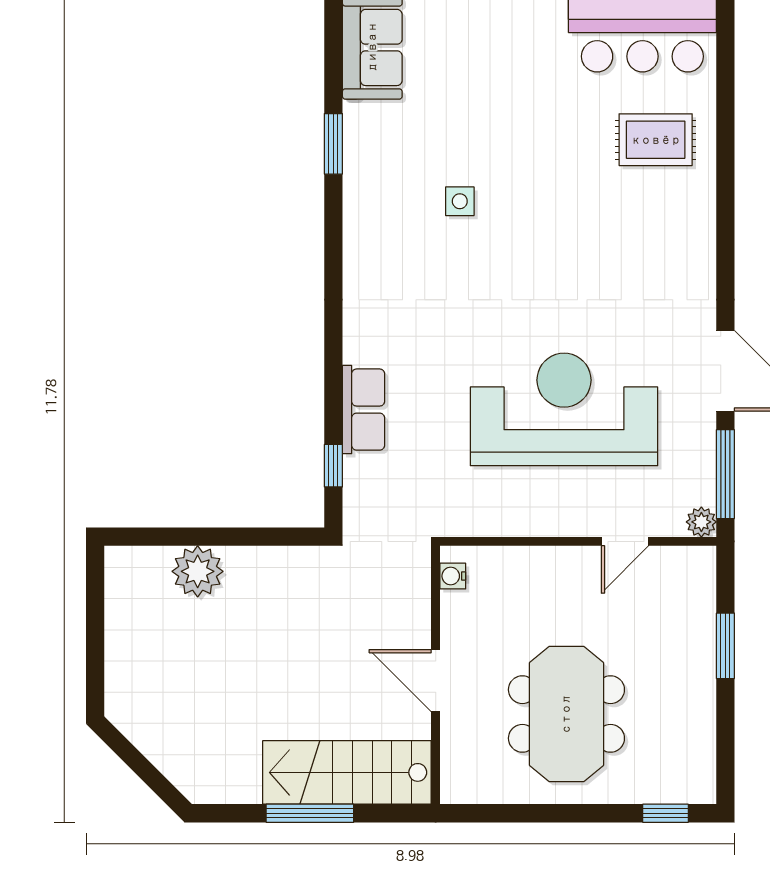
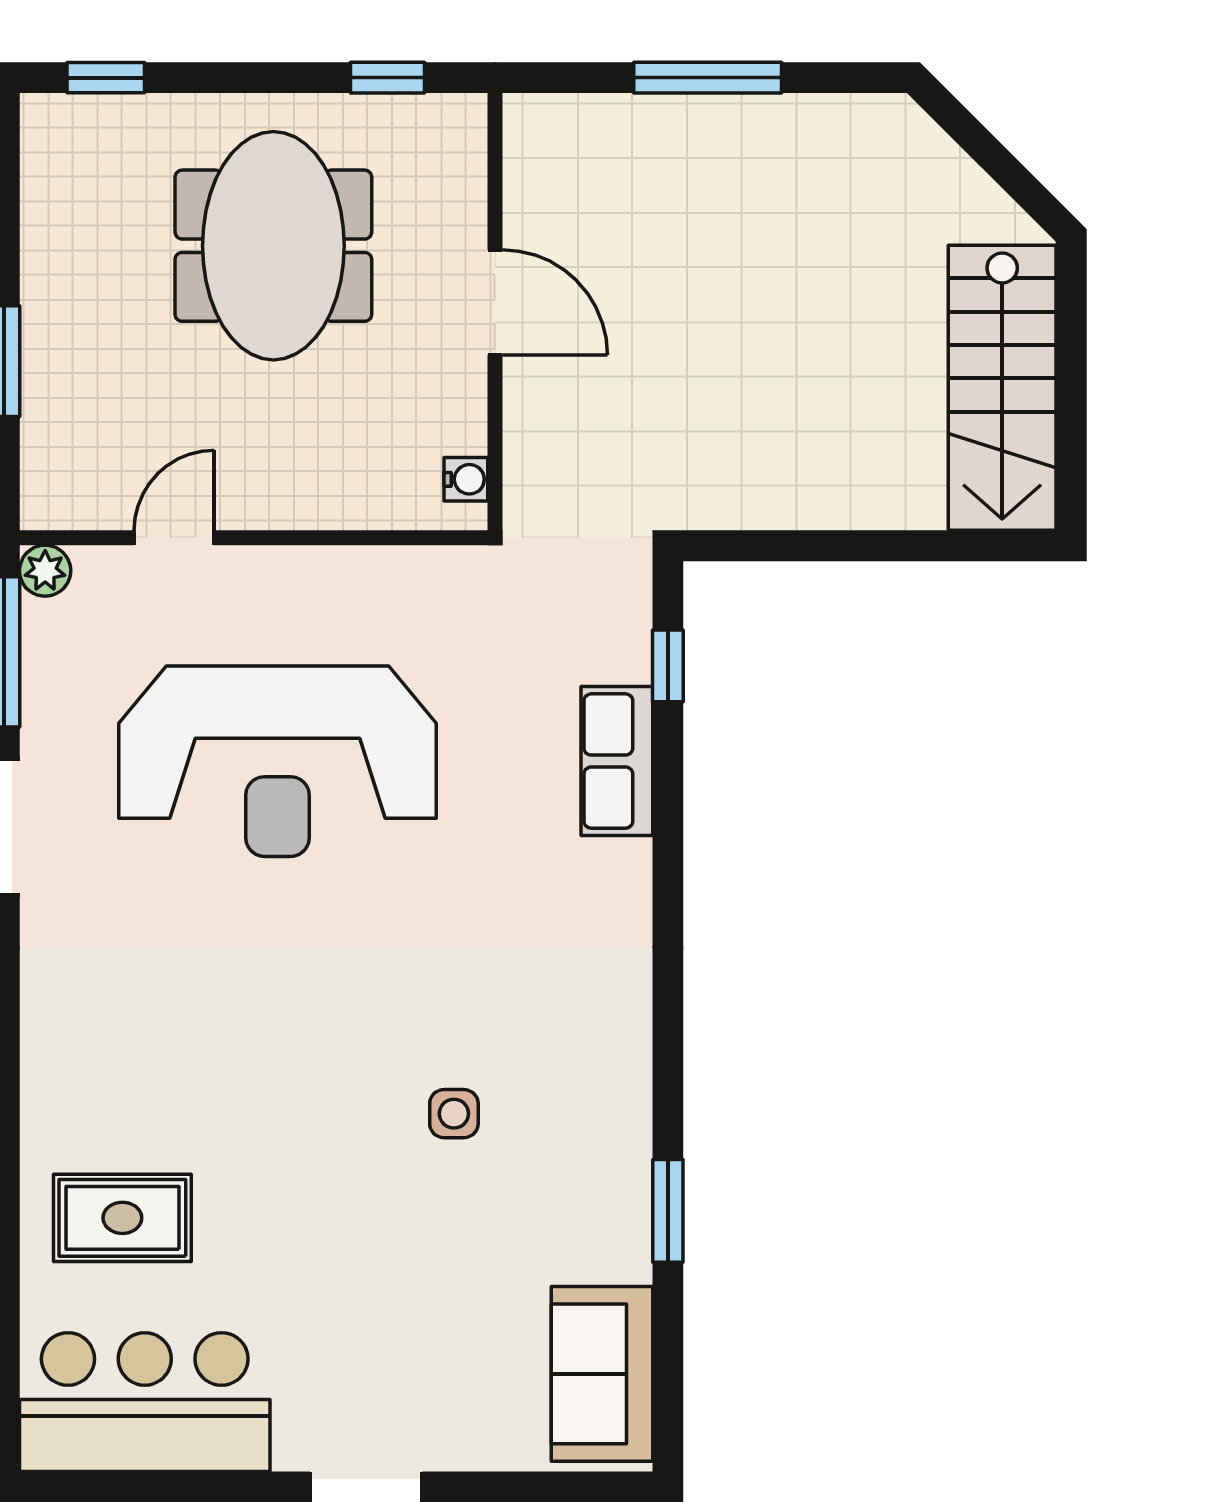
plant: (198, 571) -> (898, 487), removed
stairs: (347, 772) -> (1002, 388), moved, turned 90
window: (499, 813) -> (387, 78), added

